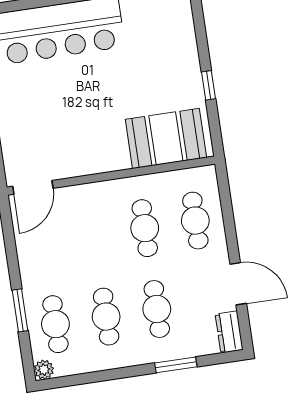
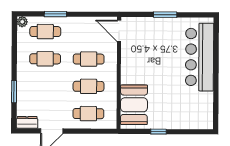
cafe table: (157, 309) -> (89, 59), moved

